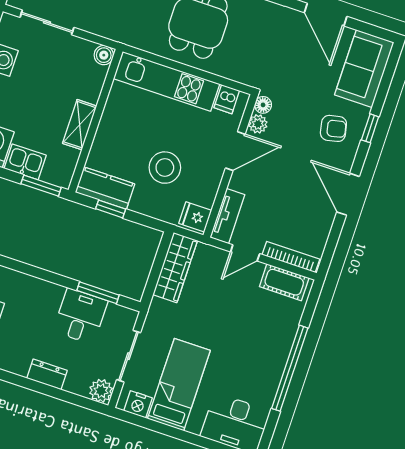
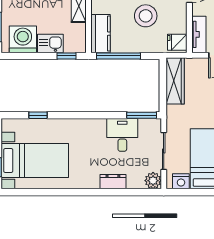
window: (41, 186) -> (66, 56), width x0.67
kitchen counter: (105, 188) -> (100, 34), moved, turned 90
window: (111, 209) -> (119, 56), width x2.17
window: (98, 293) -> (142, 115), moved

